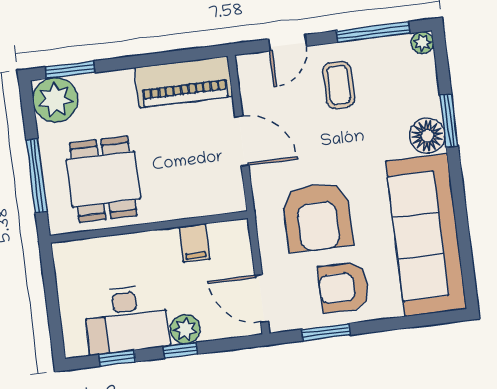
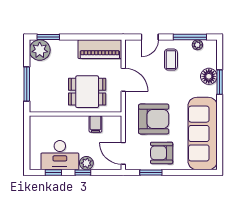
plant: (422, 43) -> (197, 45), moved
floor lamp: (427, 136) -> (209, 76), moved
dining table: (103, 179) -> (87, 92), moved, turned 90
armchair: (318, 217) -> (154, 119), turned -90

